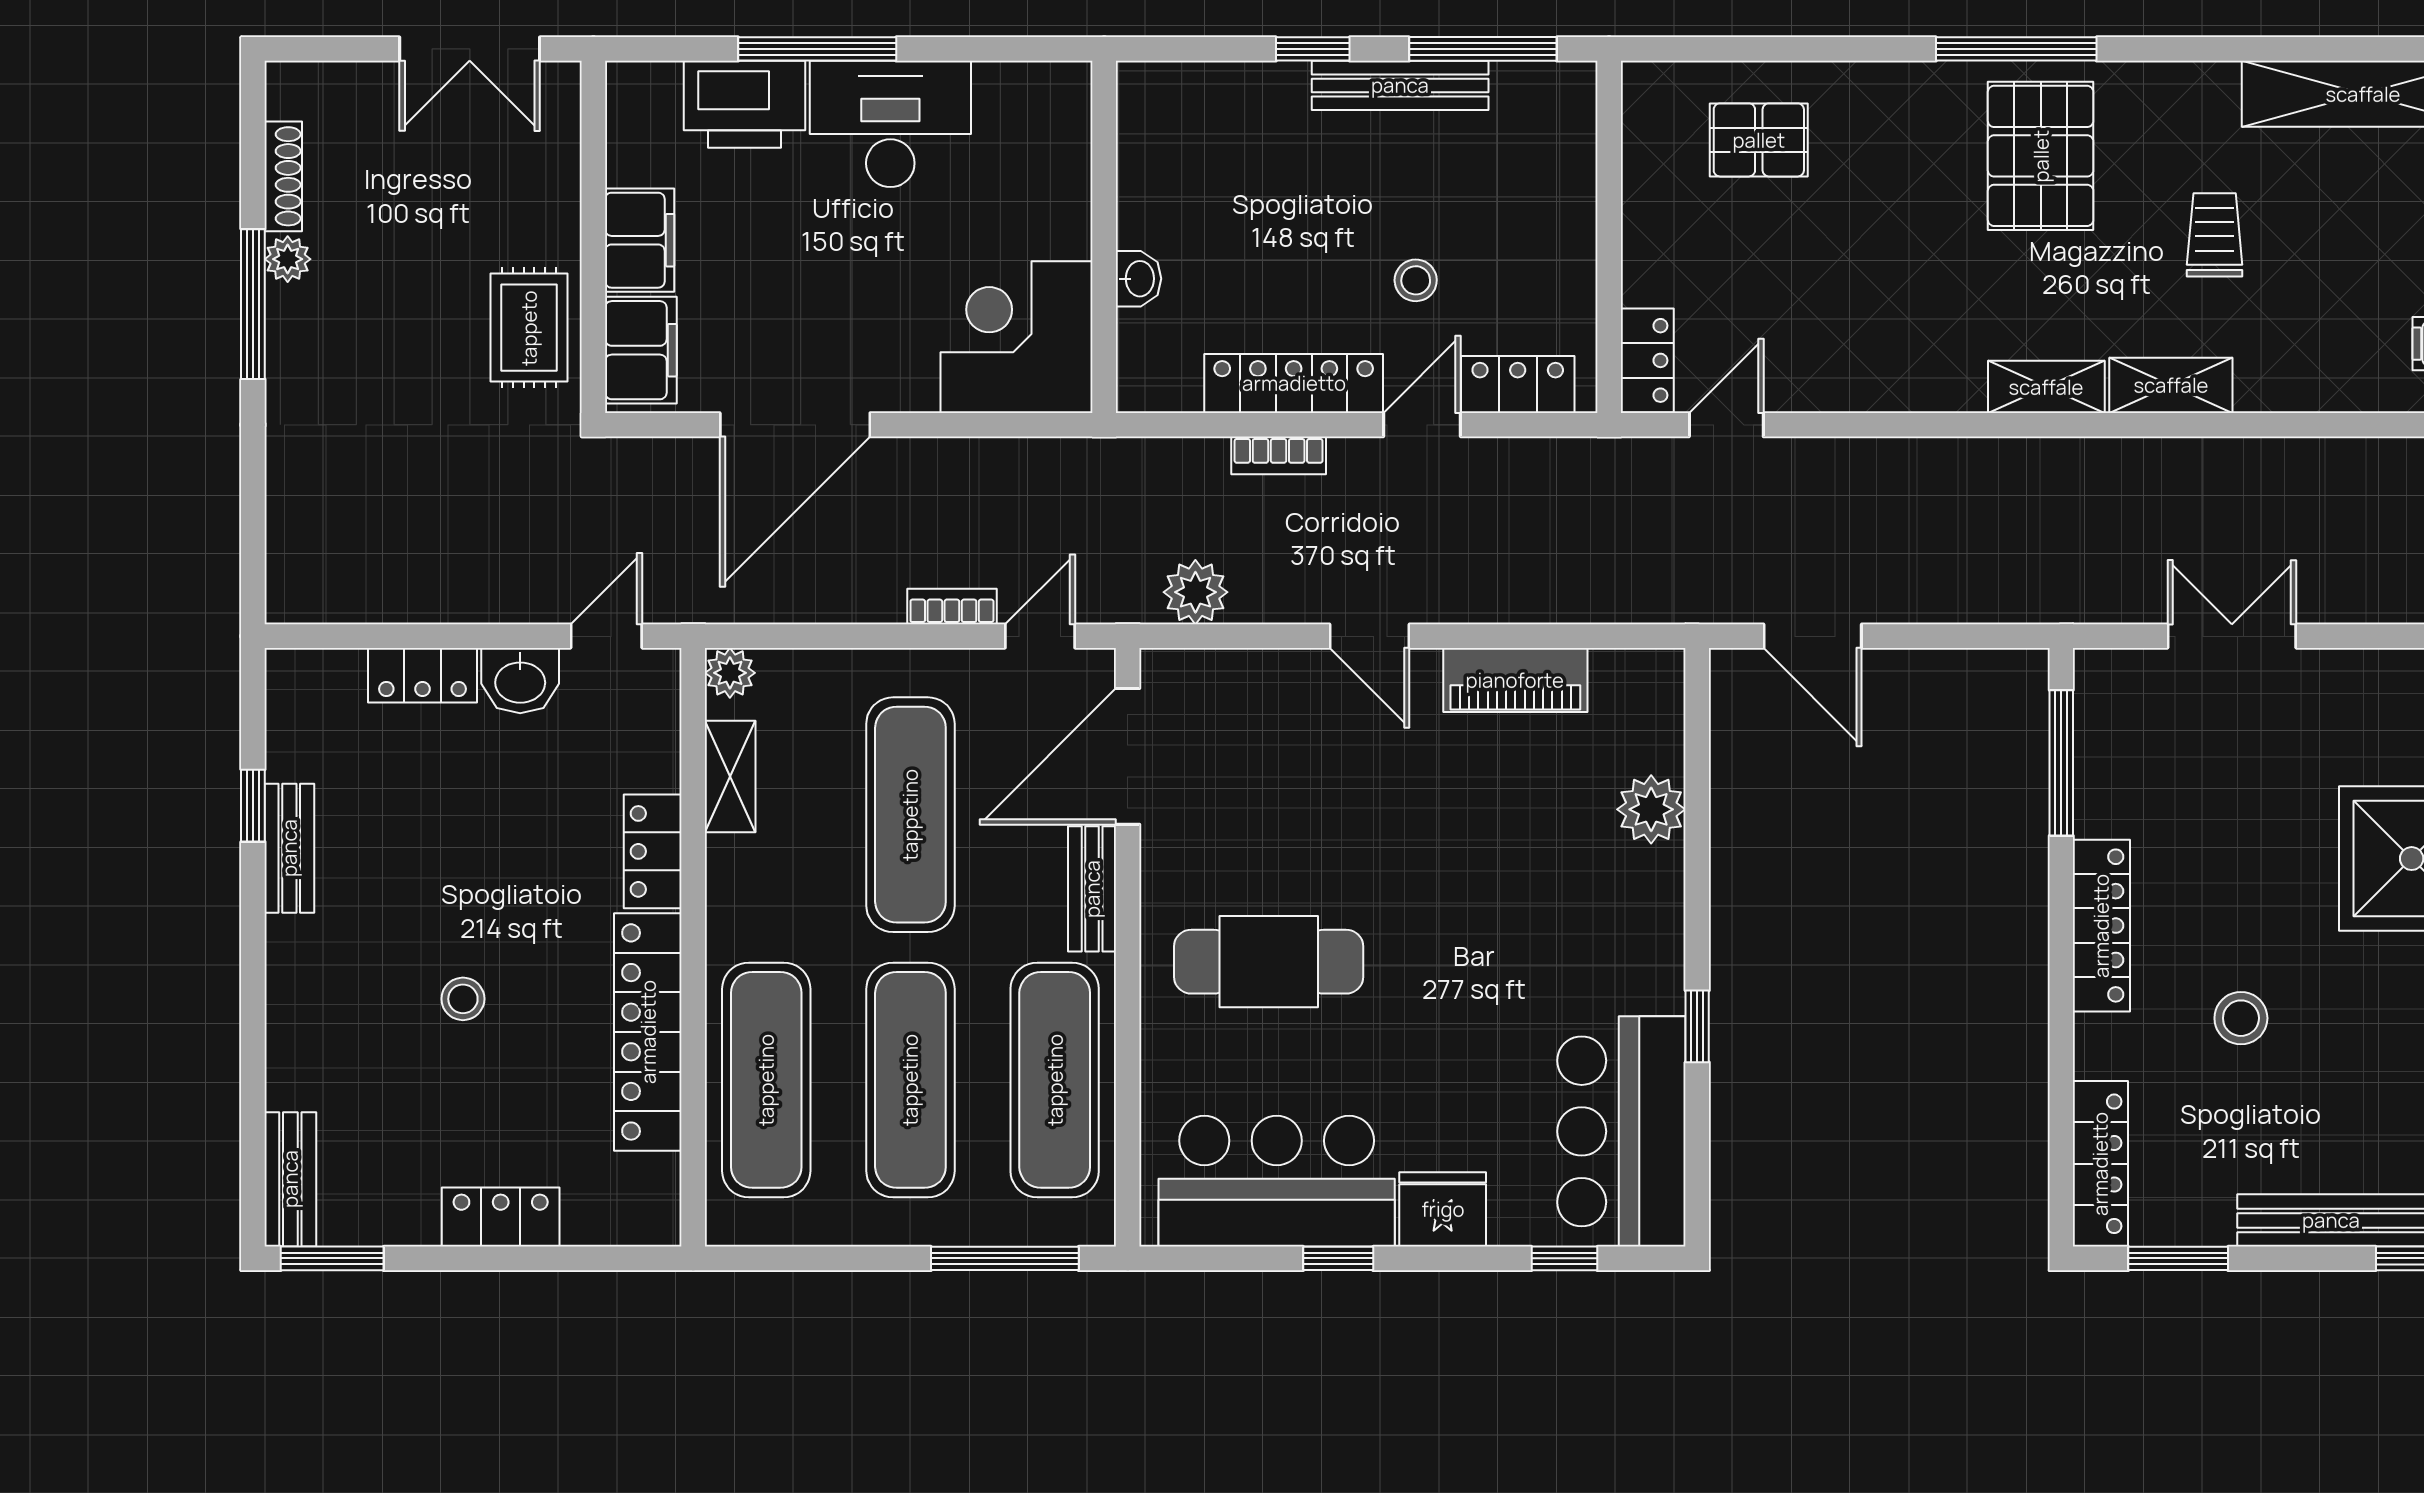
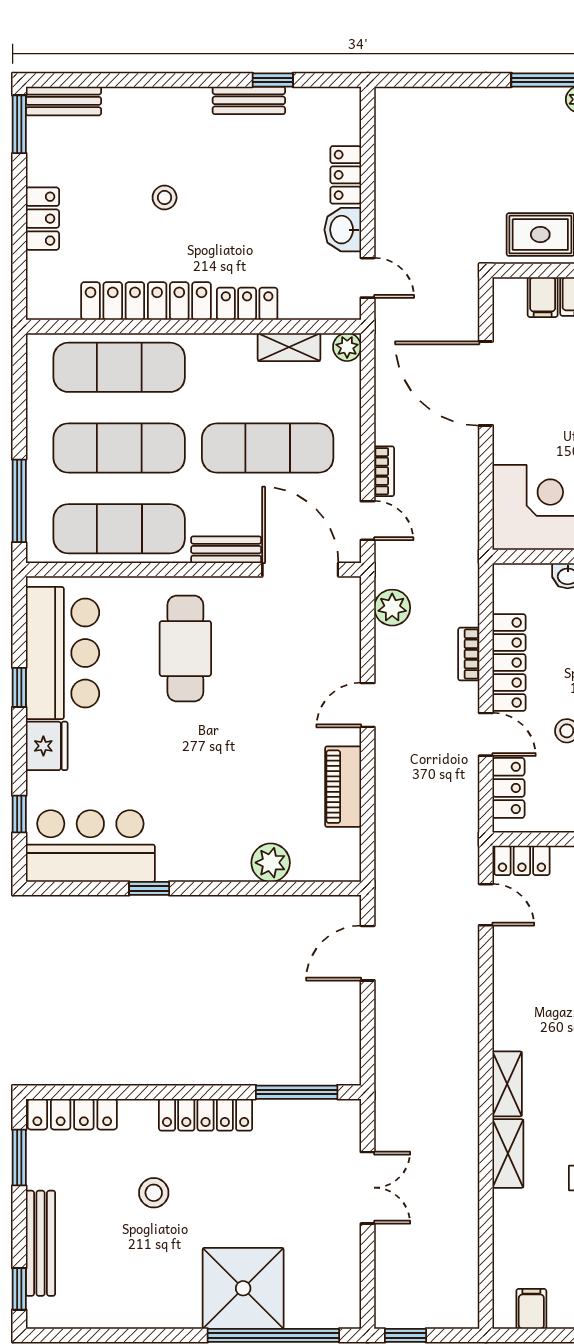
filing cabinet: (641, 350) -> (543, 297), width x0.50

